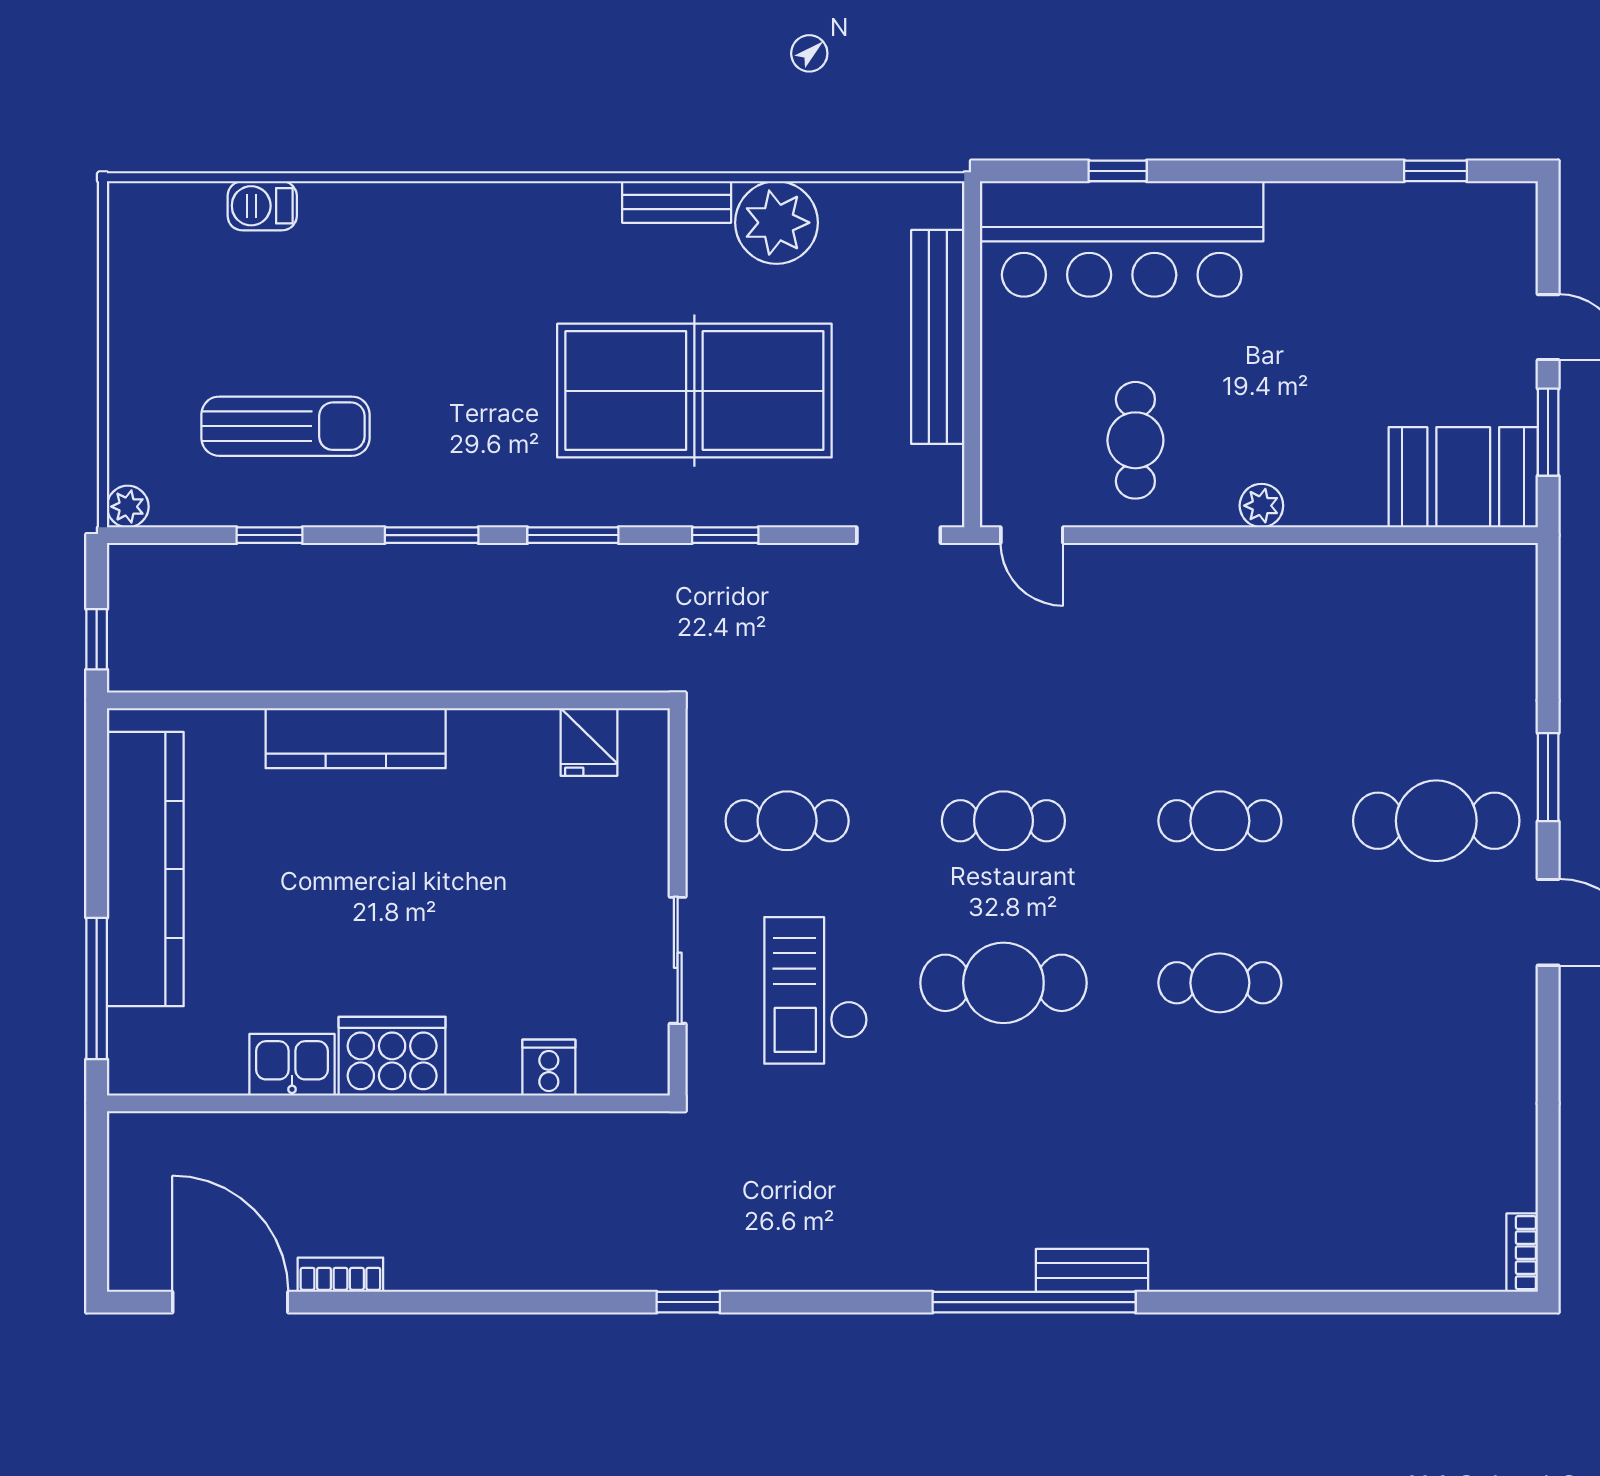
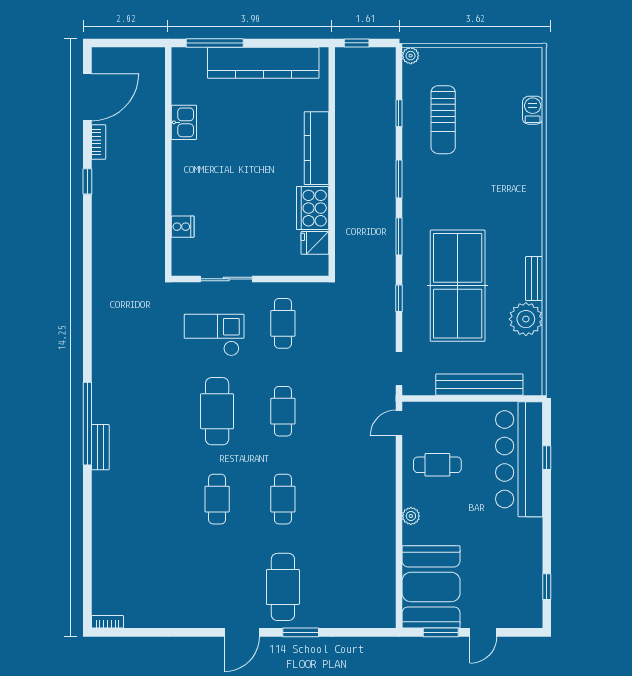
booth: (1463, 477) -> (431, 587), width x1.36, depth x1.42
cooker: (392, 1056) -> (313, 208), moved, turned 180
window: (688, 1302) -> (87, 181), moved

